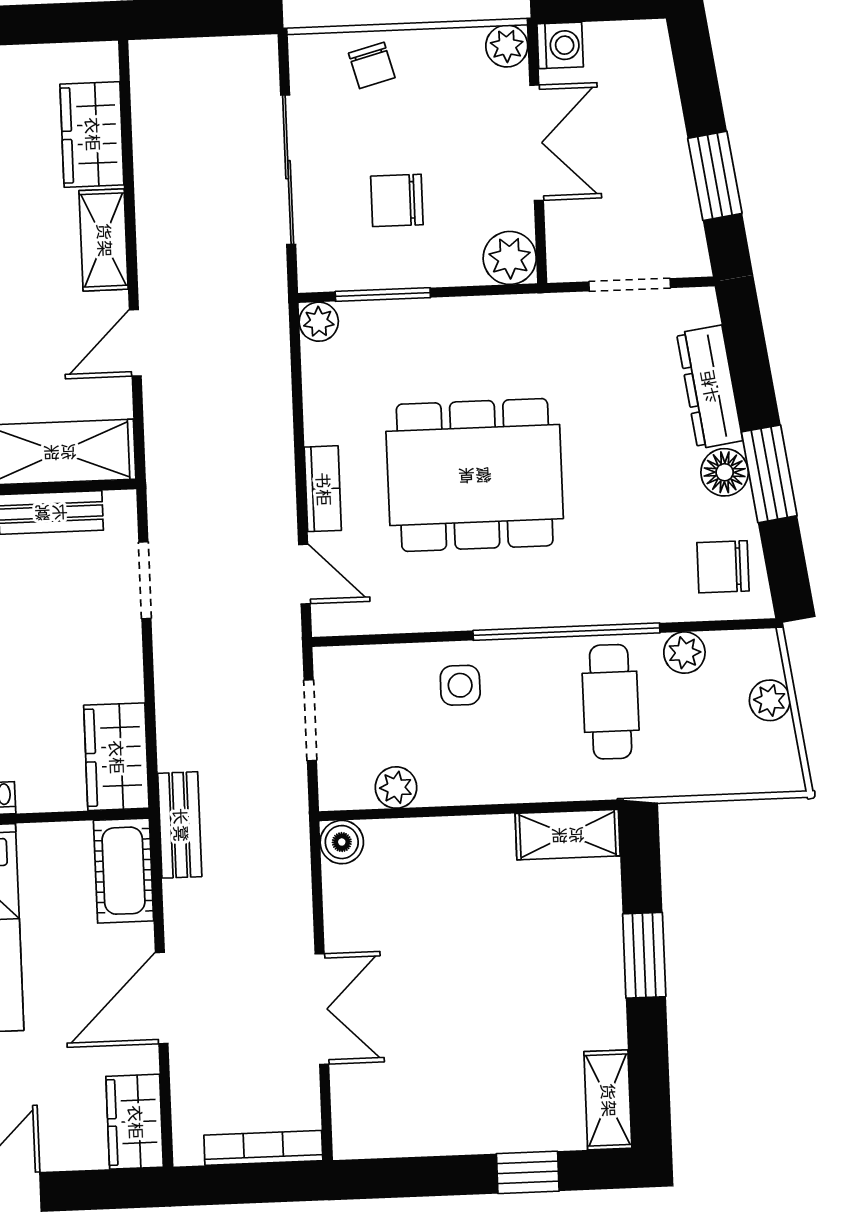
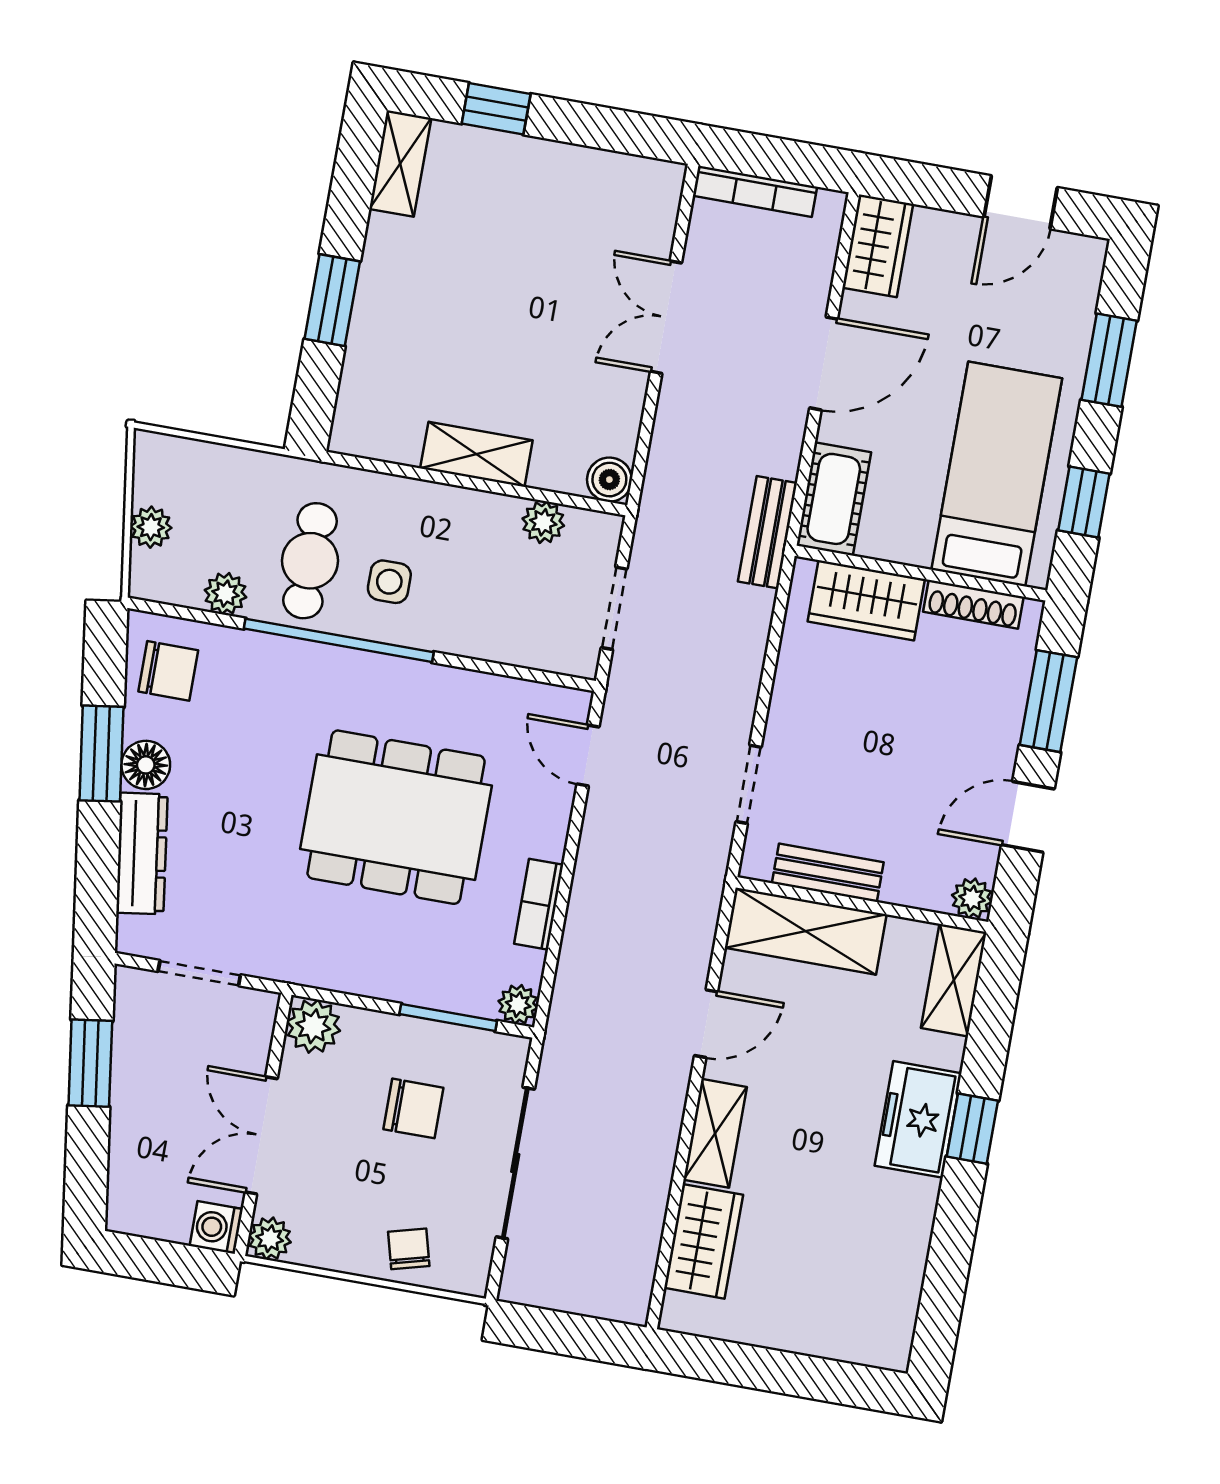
bookcase: (323, 489) -> (539, 904), moved
side table: (460, 685) -> (389, 582), moved
wardrobe: (116, 757) -> (866, 600), moved, turned 90
shelving: (568, 835) -> (476, 454), moved

